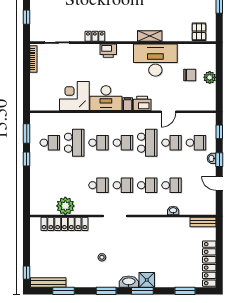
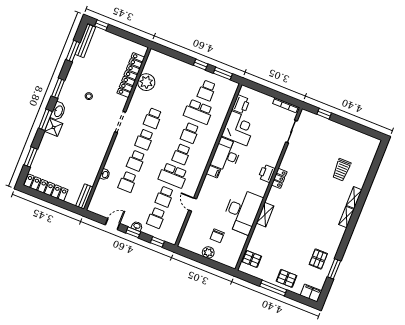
locker: (95, 36) -> (279, 178), moved
printer: (142, 103) -> (241, 104), moved

